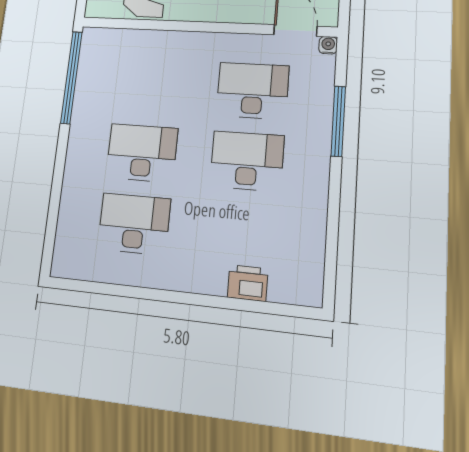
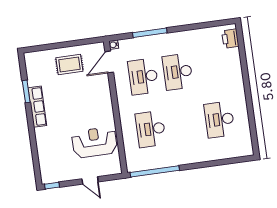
desk: (142, 153) -> (151, 129), moved
printer: (248, 283) -> (230, 39), moved

